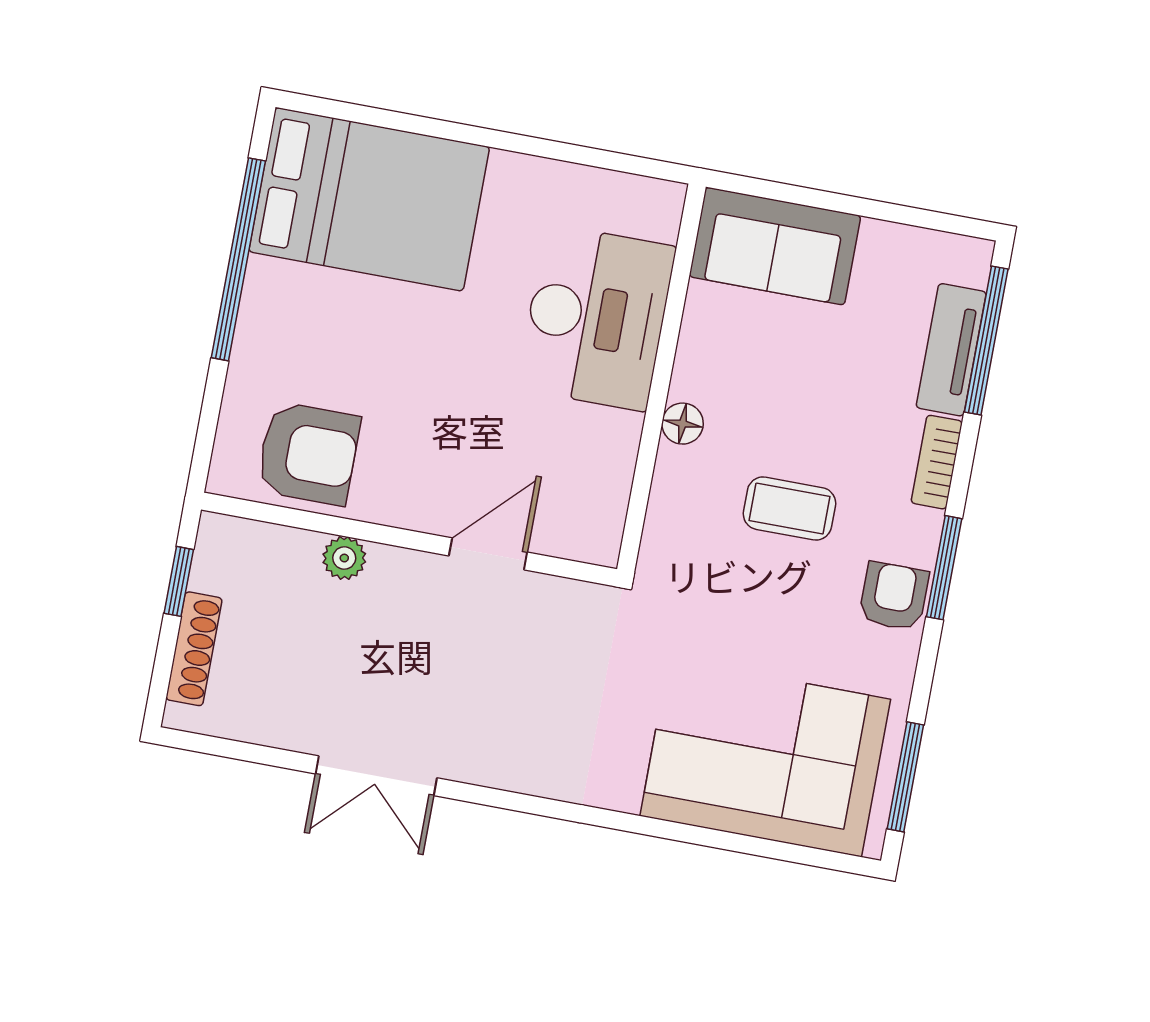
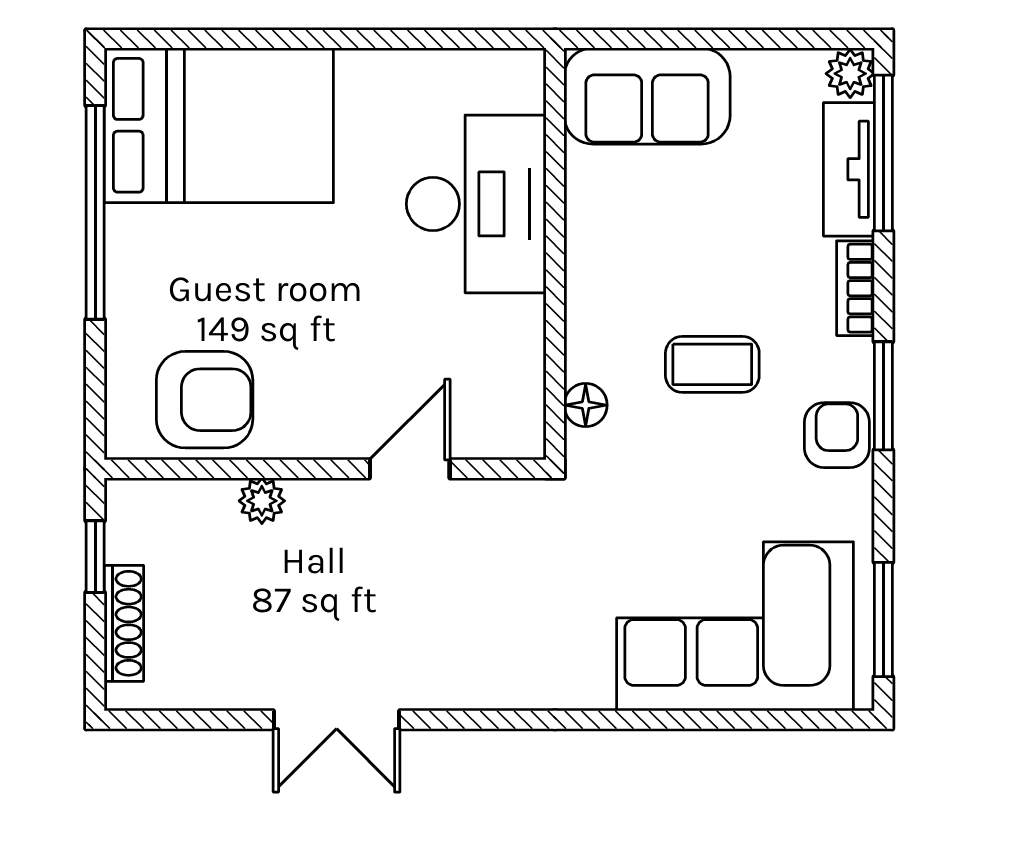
plant: (969, 260) -> (850, 74), added
floor lamp: (683, 424) -> (586, 405), moved

